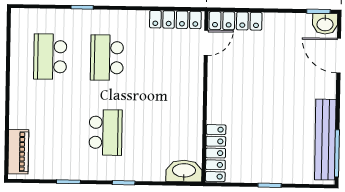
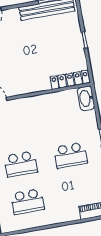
school desk: (106, 132) -> (71, 155), turned 180

